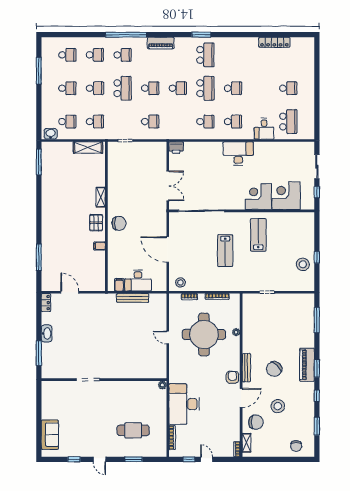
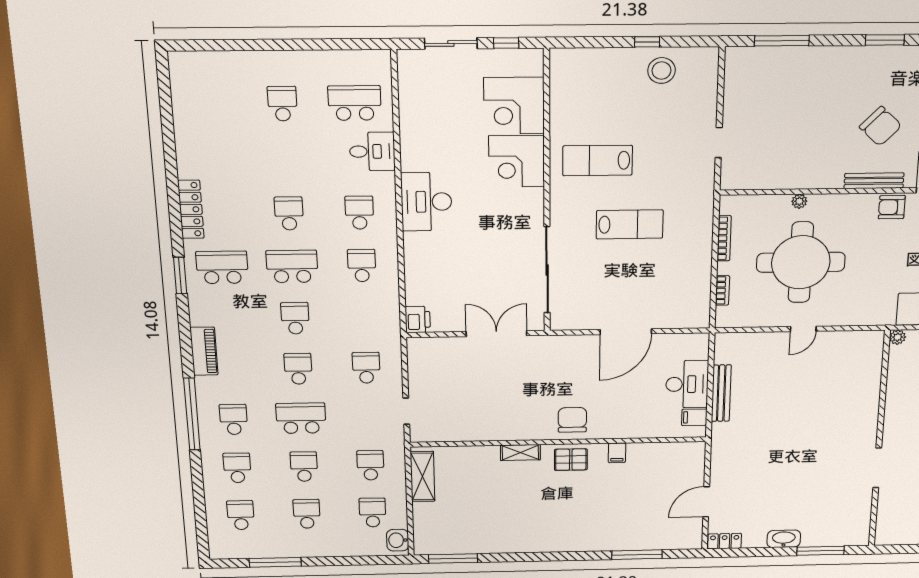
locker: (274, 42) -> (191, 209), moved
stool: (180, 282) -> (693, 307), removed
piano: (307, 365) -> (876, 60), removed

